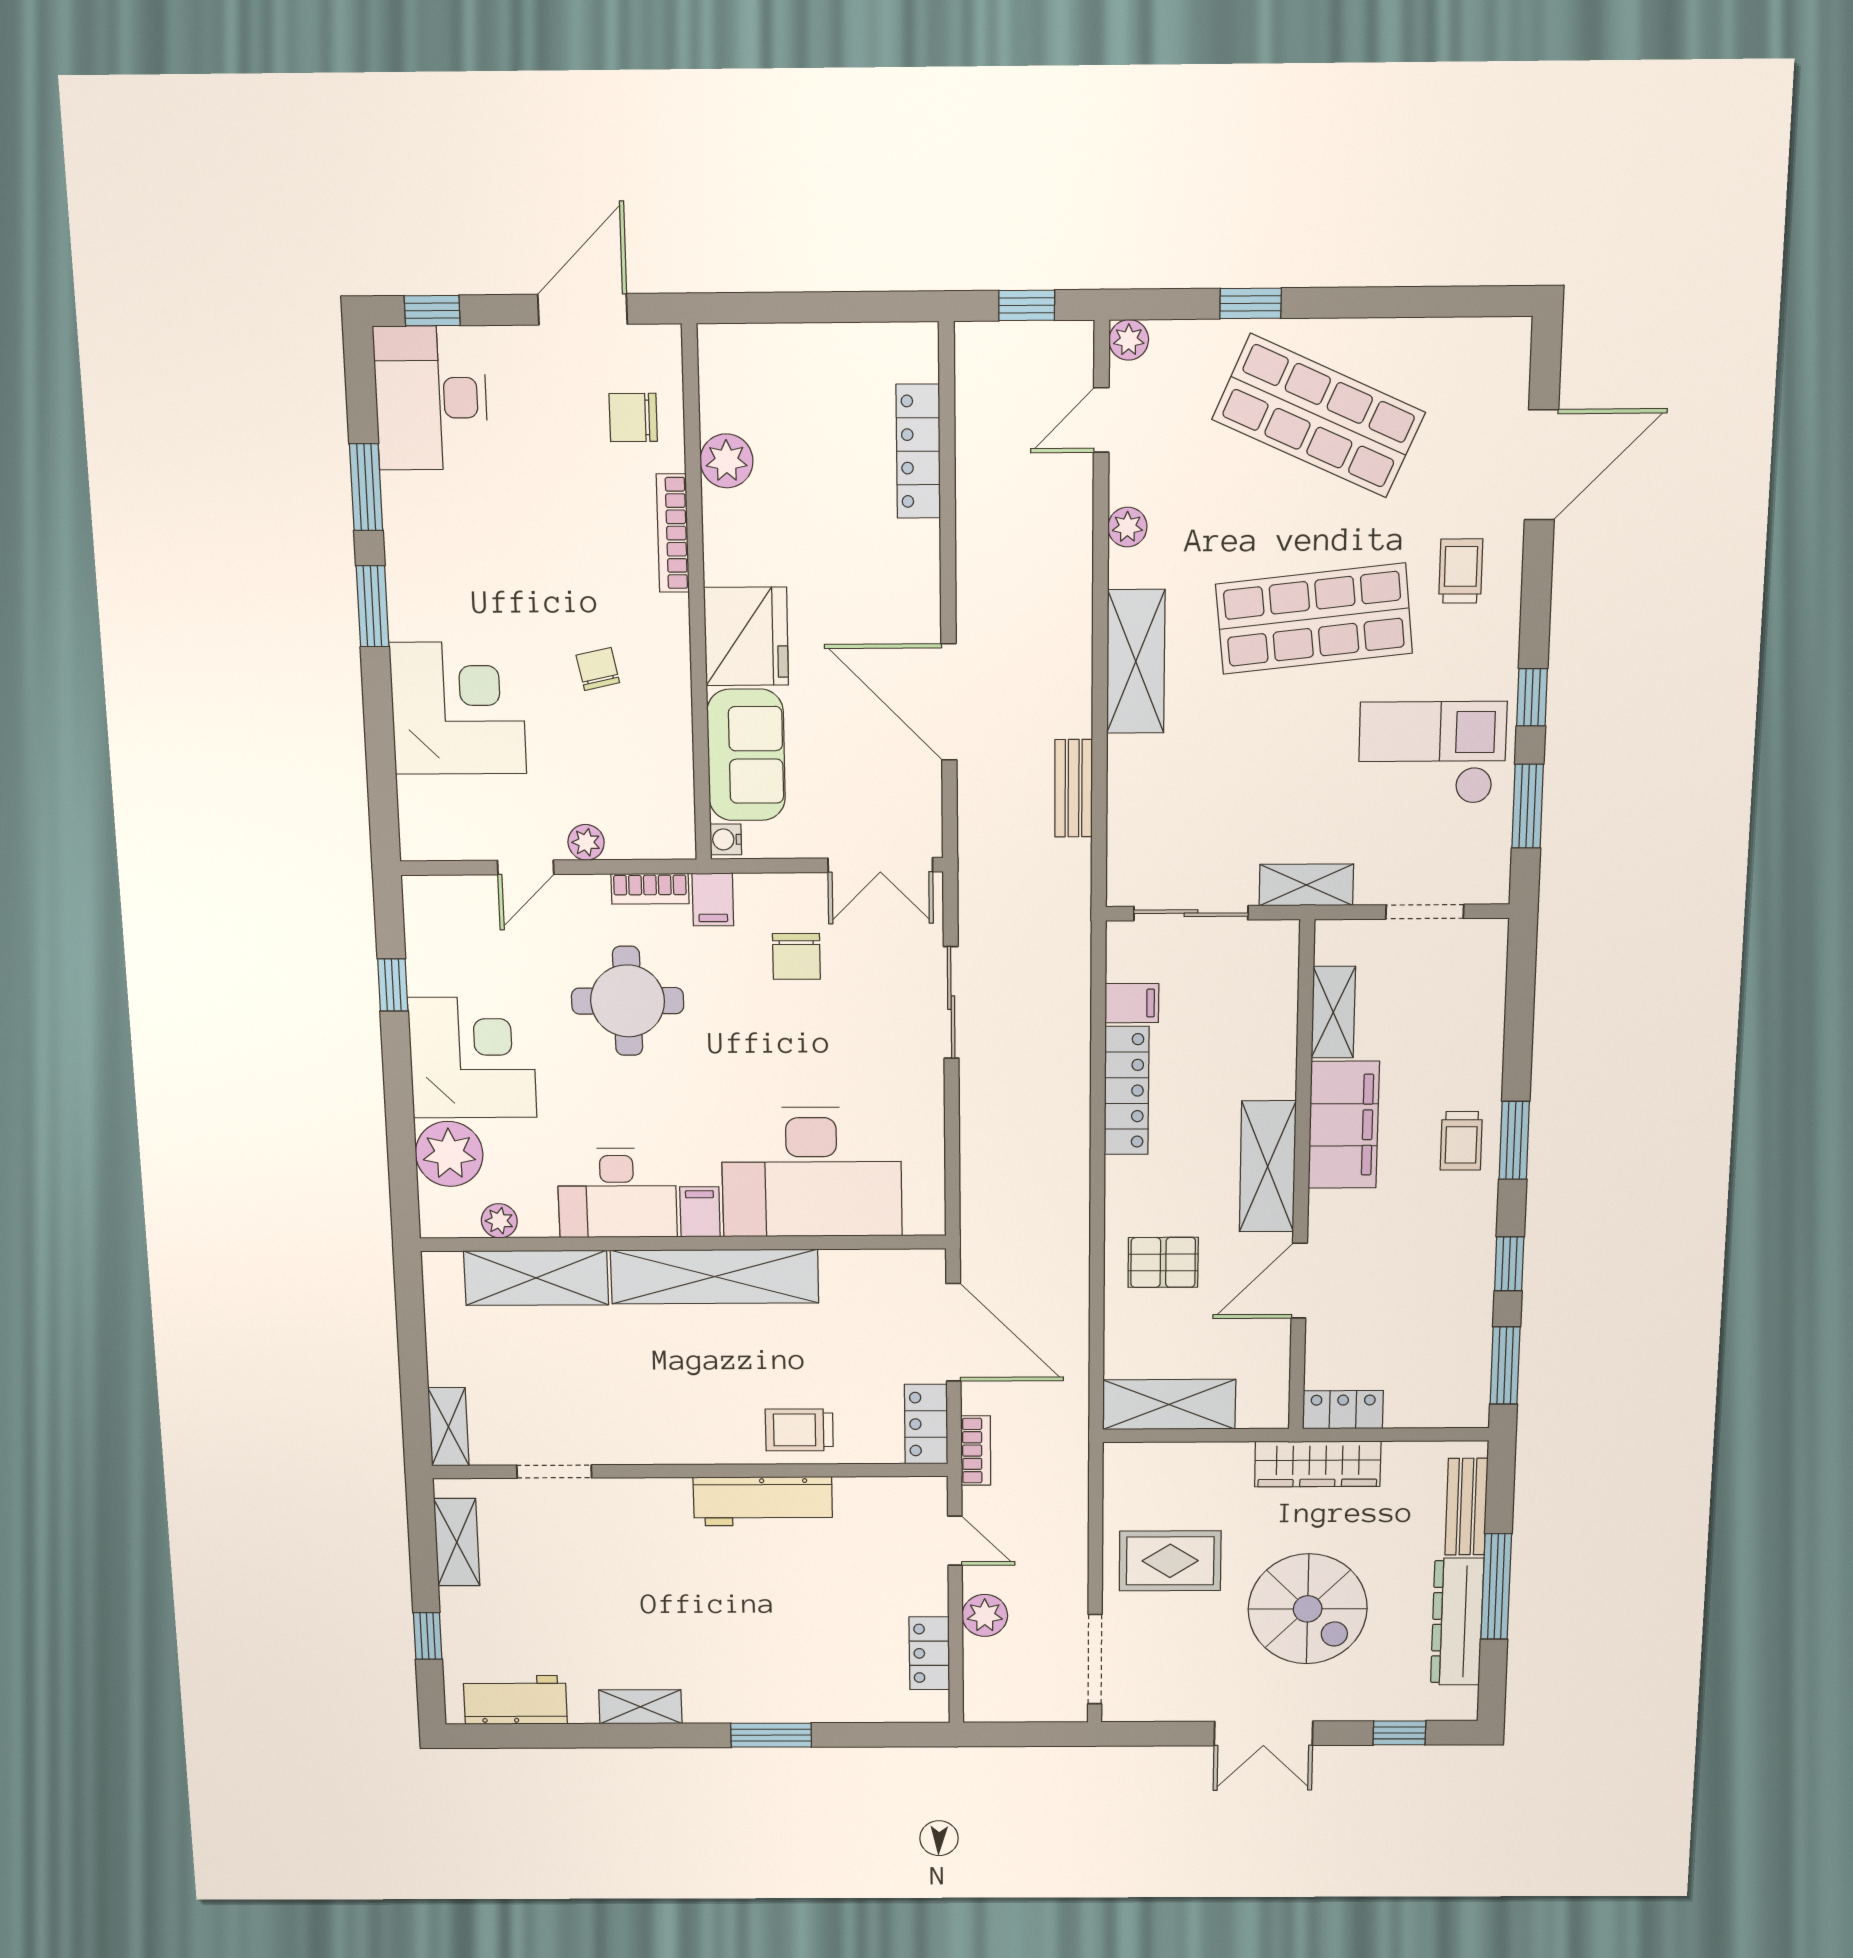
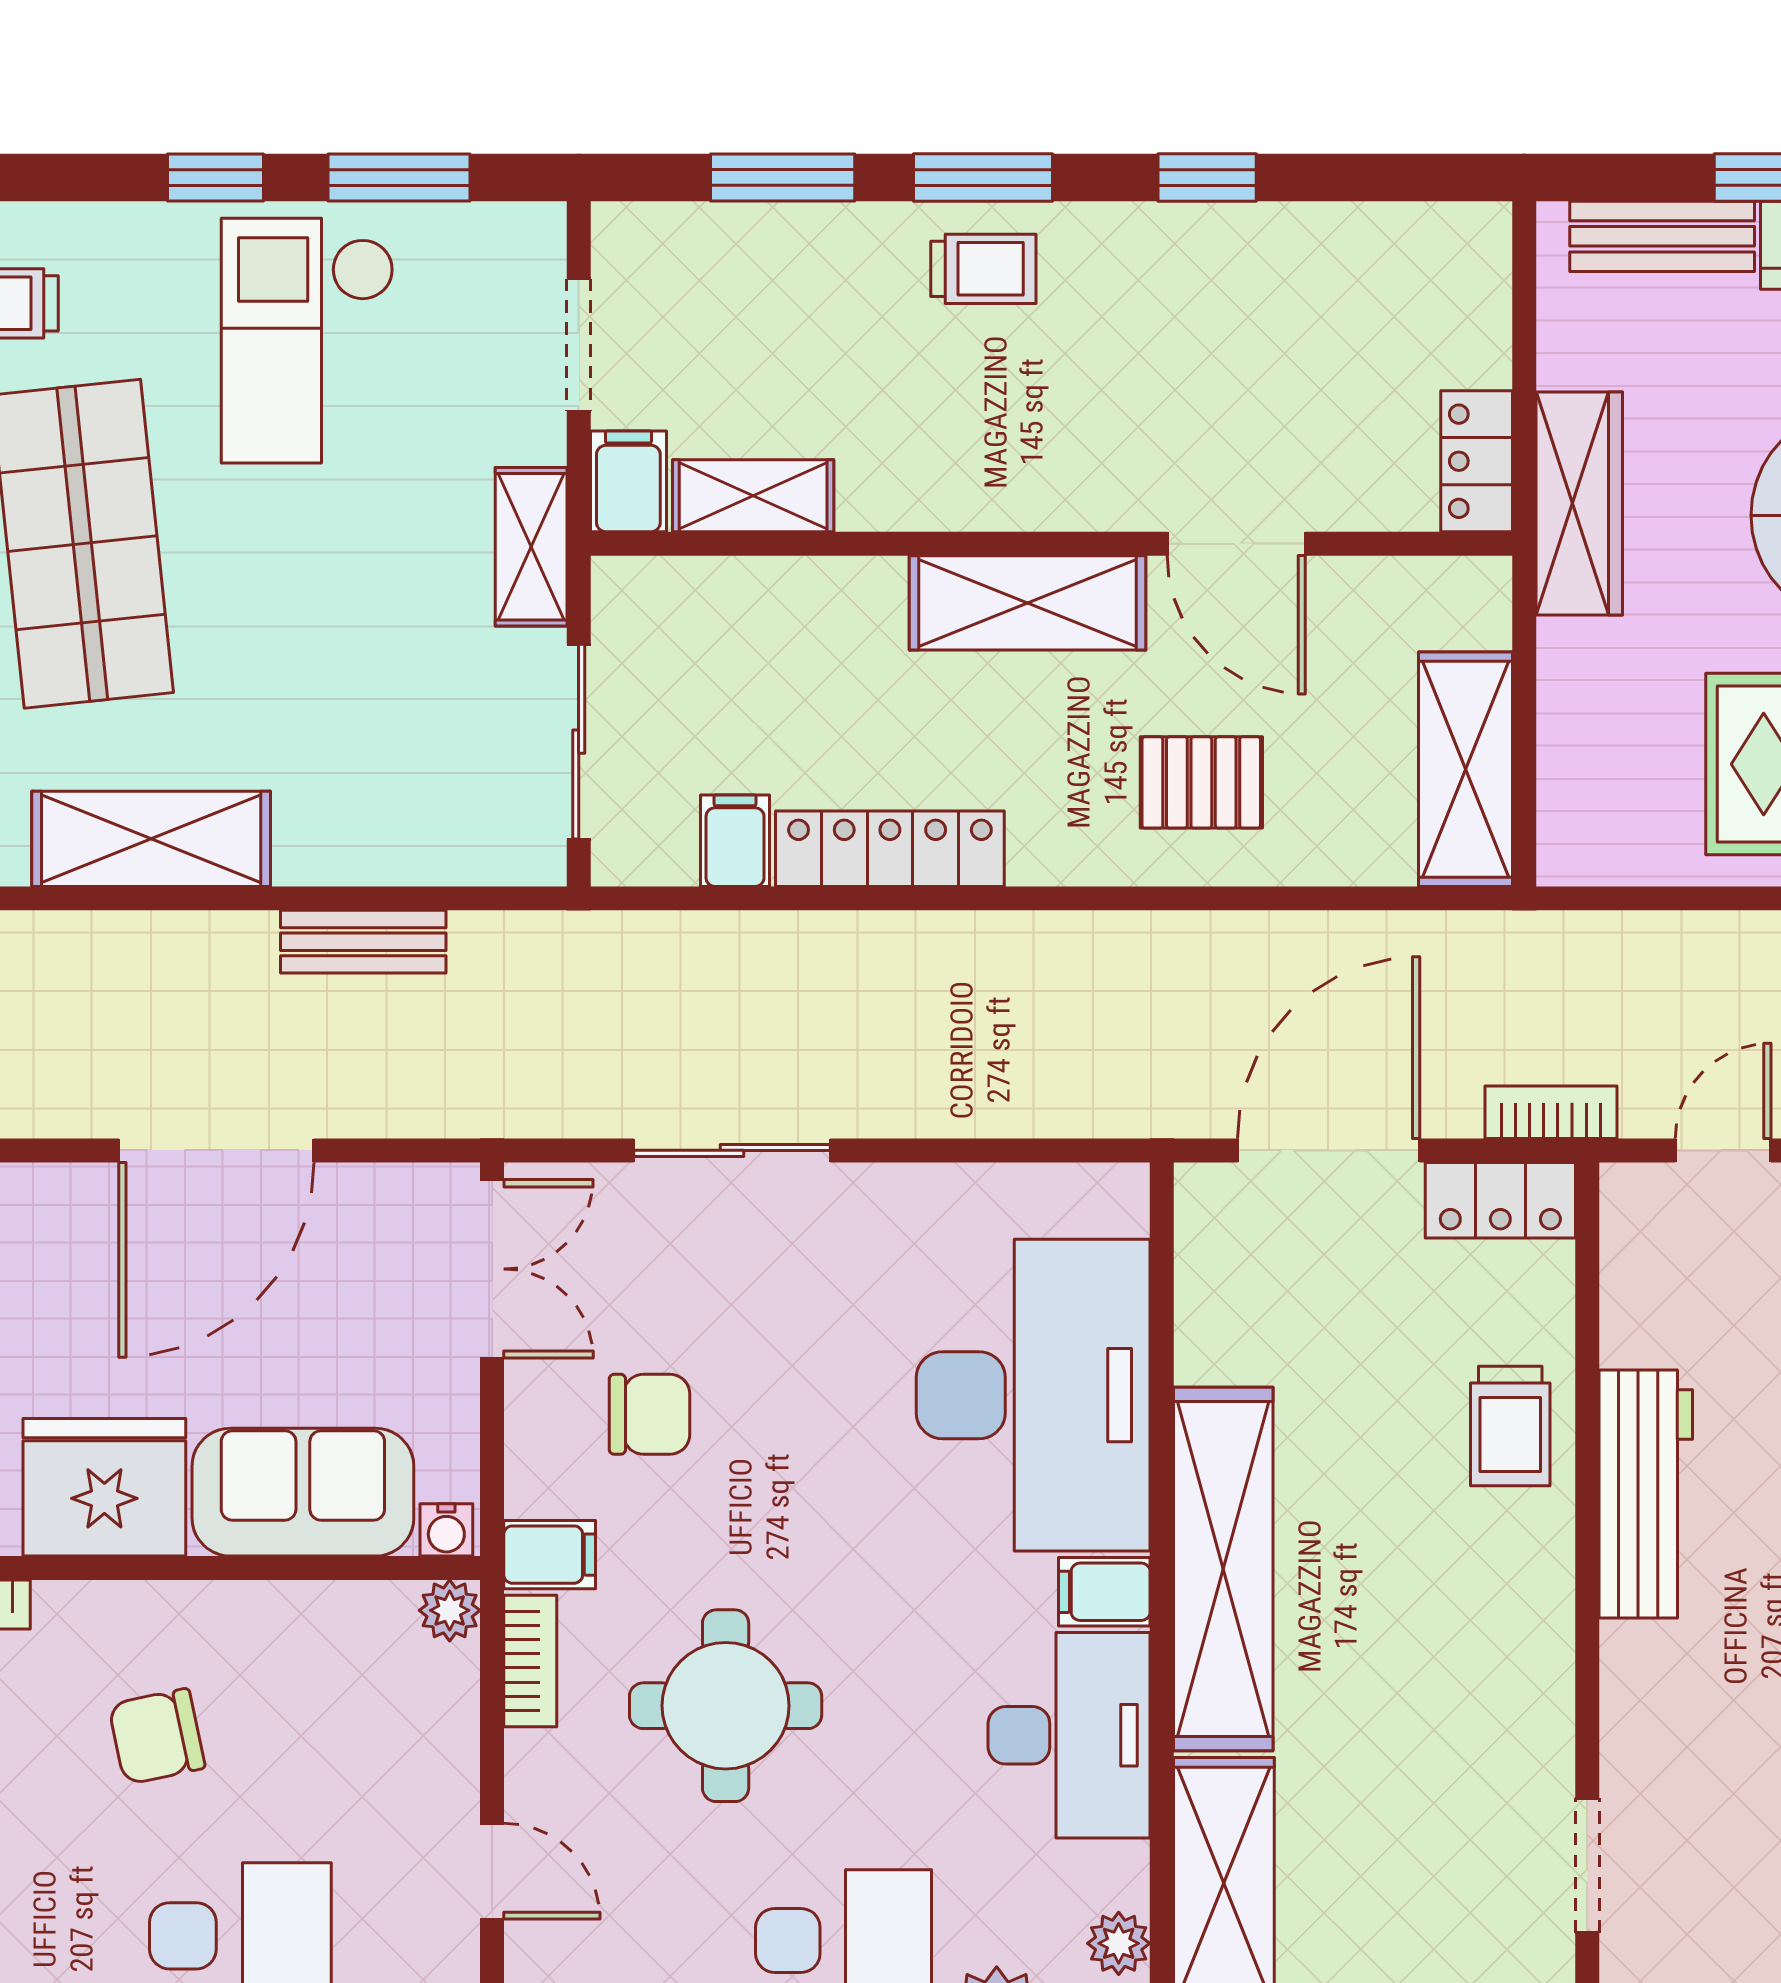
chair: (598, 669) -> (157, 1736), width x1.37, depth x1.37
plant: (586, 842) -> (450, 1610), moved
filing cabinet: (1344, 1125) -> (628, 481), moved, width x0.33, depth x0.86
pallet: (1163, 1262) -> (1201, 782), turned 90
window: (1505, 1366) -> (783, 177), moved

